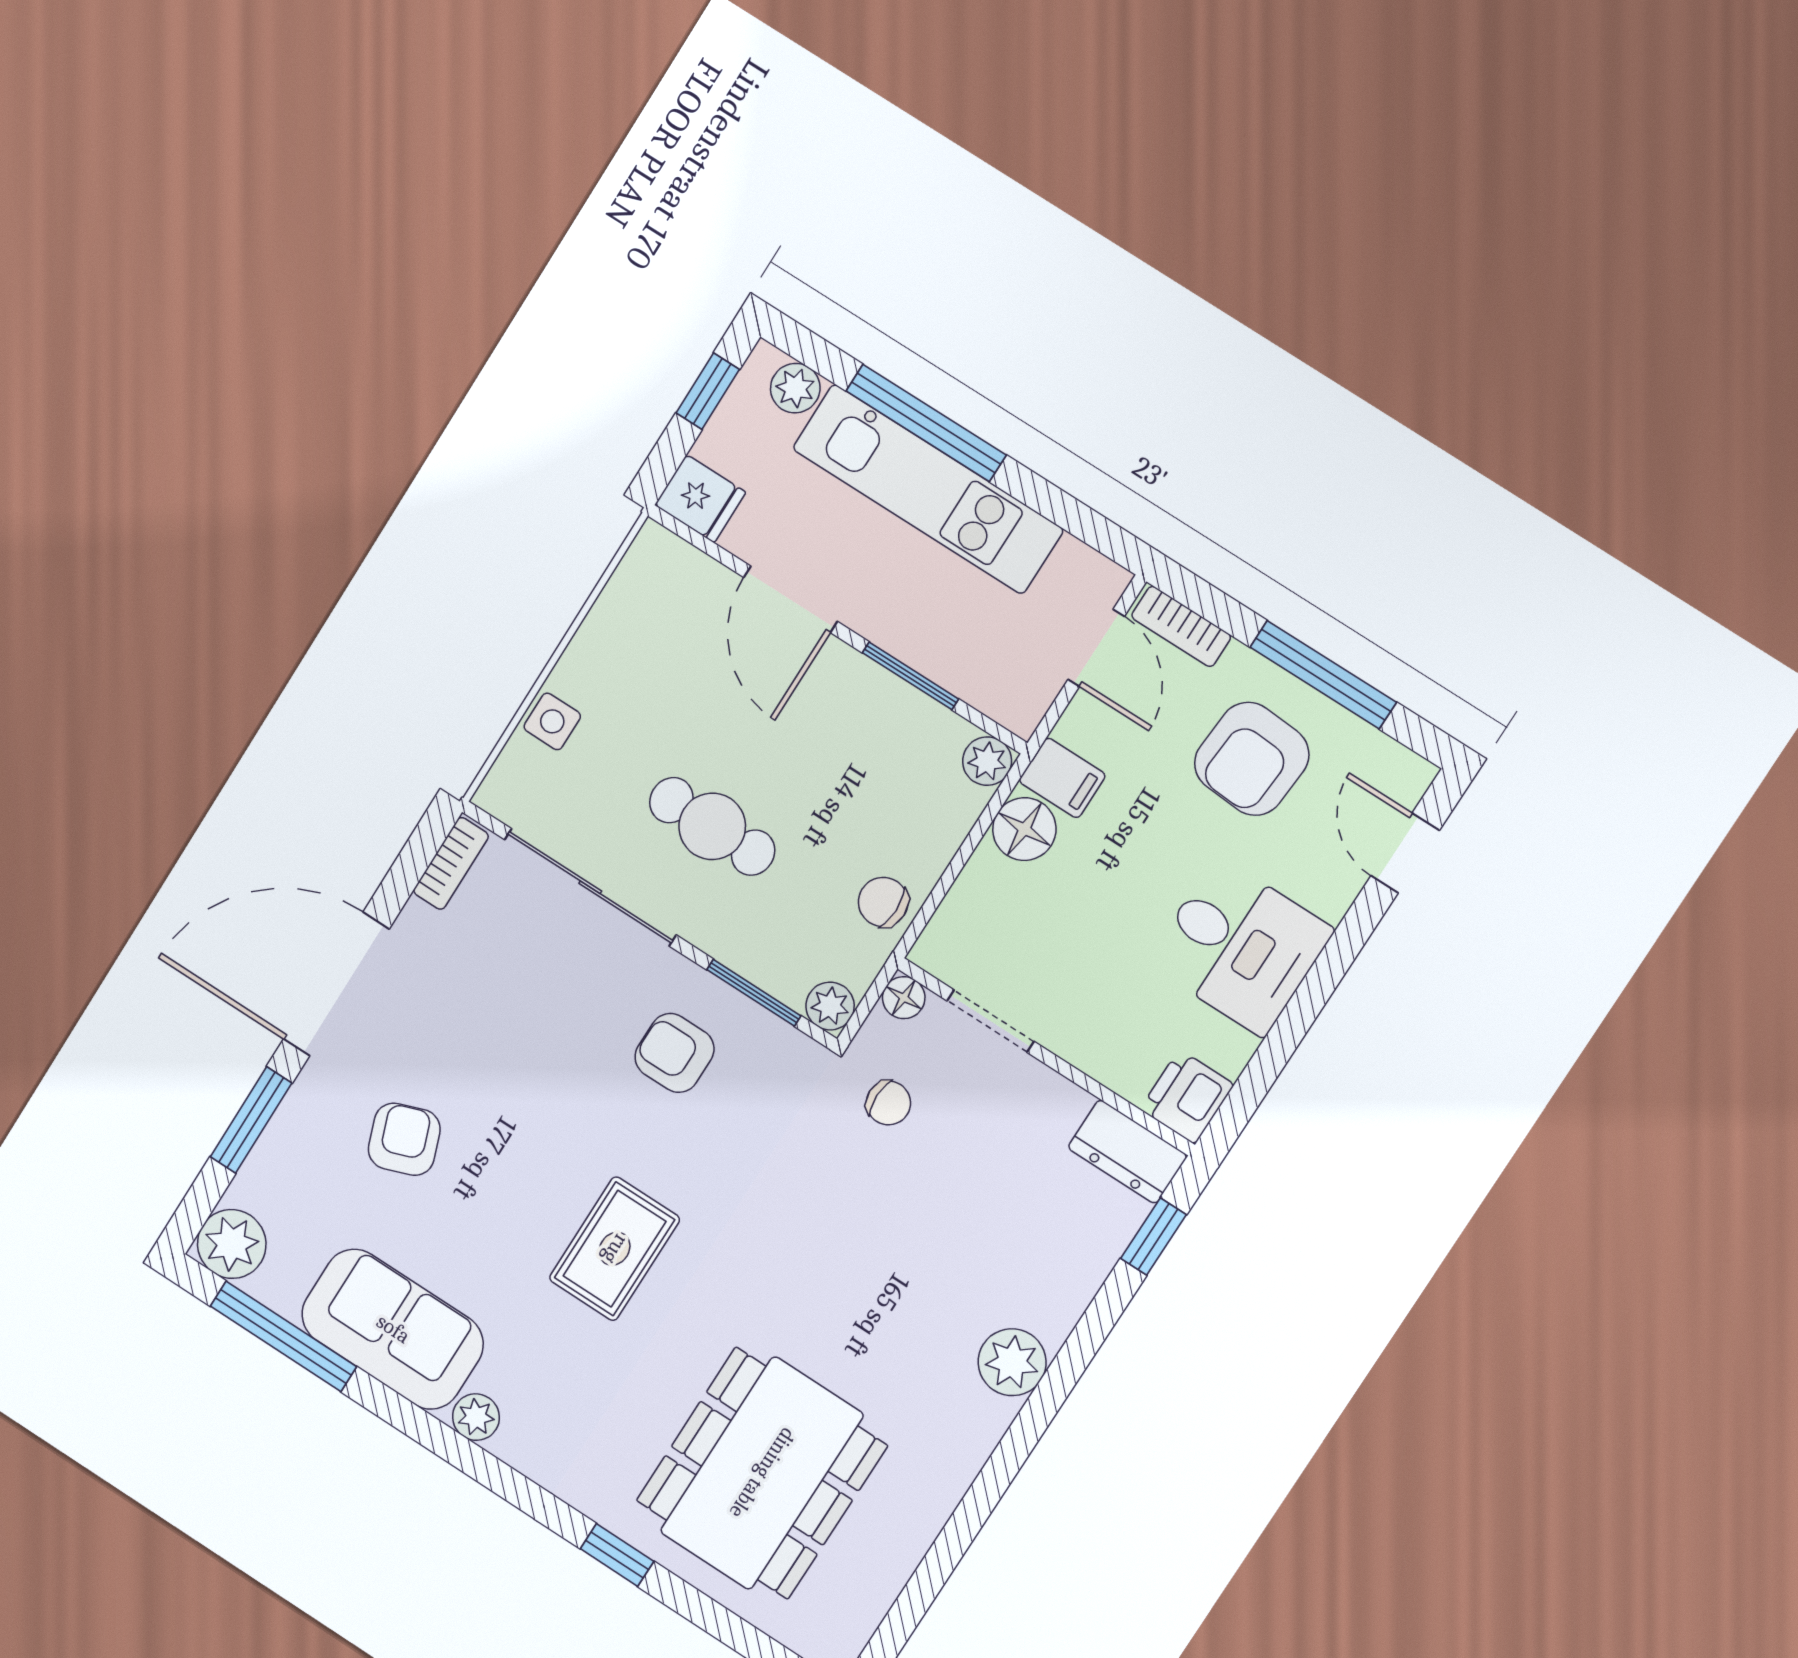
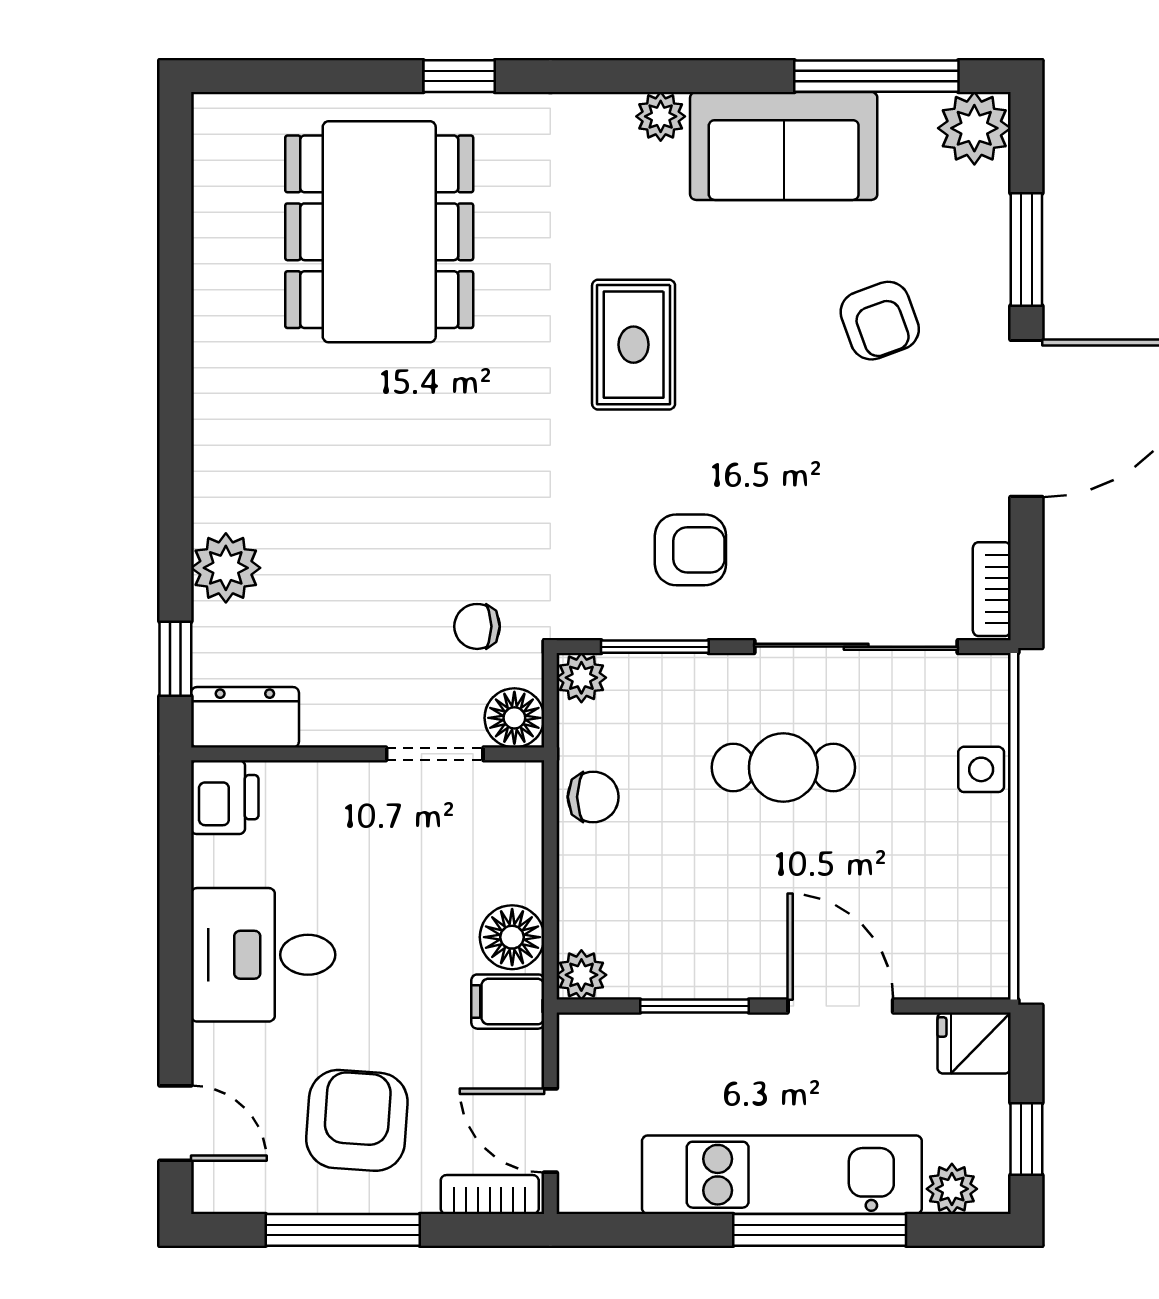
floor lamp: (904, 998) -> (514, 718), width x1.37, depth x1.37
plant: (1012, 1362) -> (226, 568), moved

